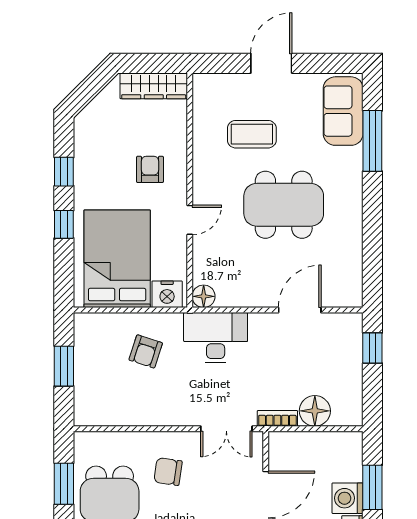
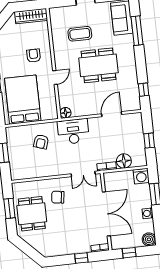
window: (372, 266) -> (144, 90), added
nightstand: (167, 294) -> (48, 114), removed
window: (372, 348) -> (149, 141), moved
washing machine: (348, 498) -> (141, 176), moved, turned -90

